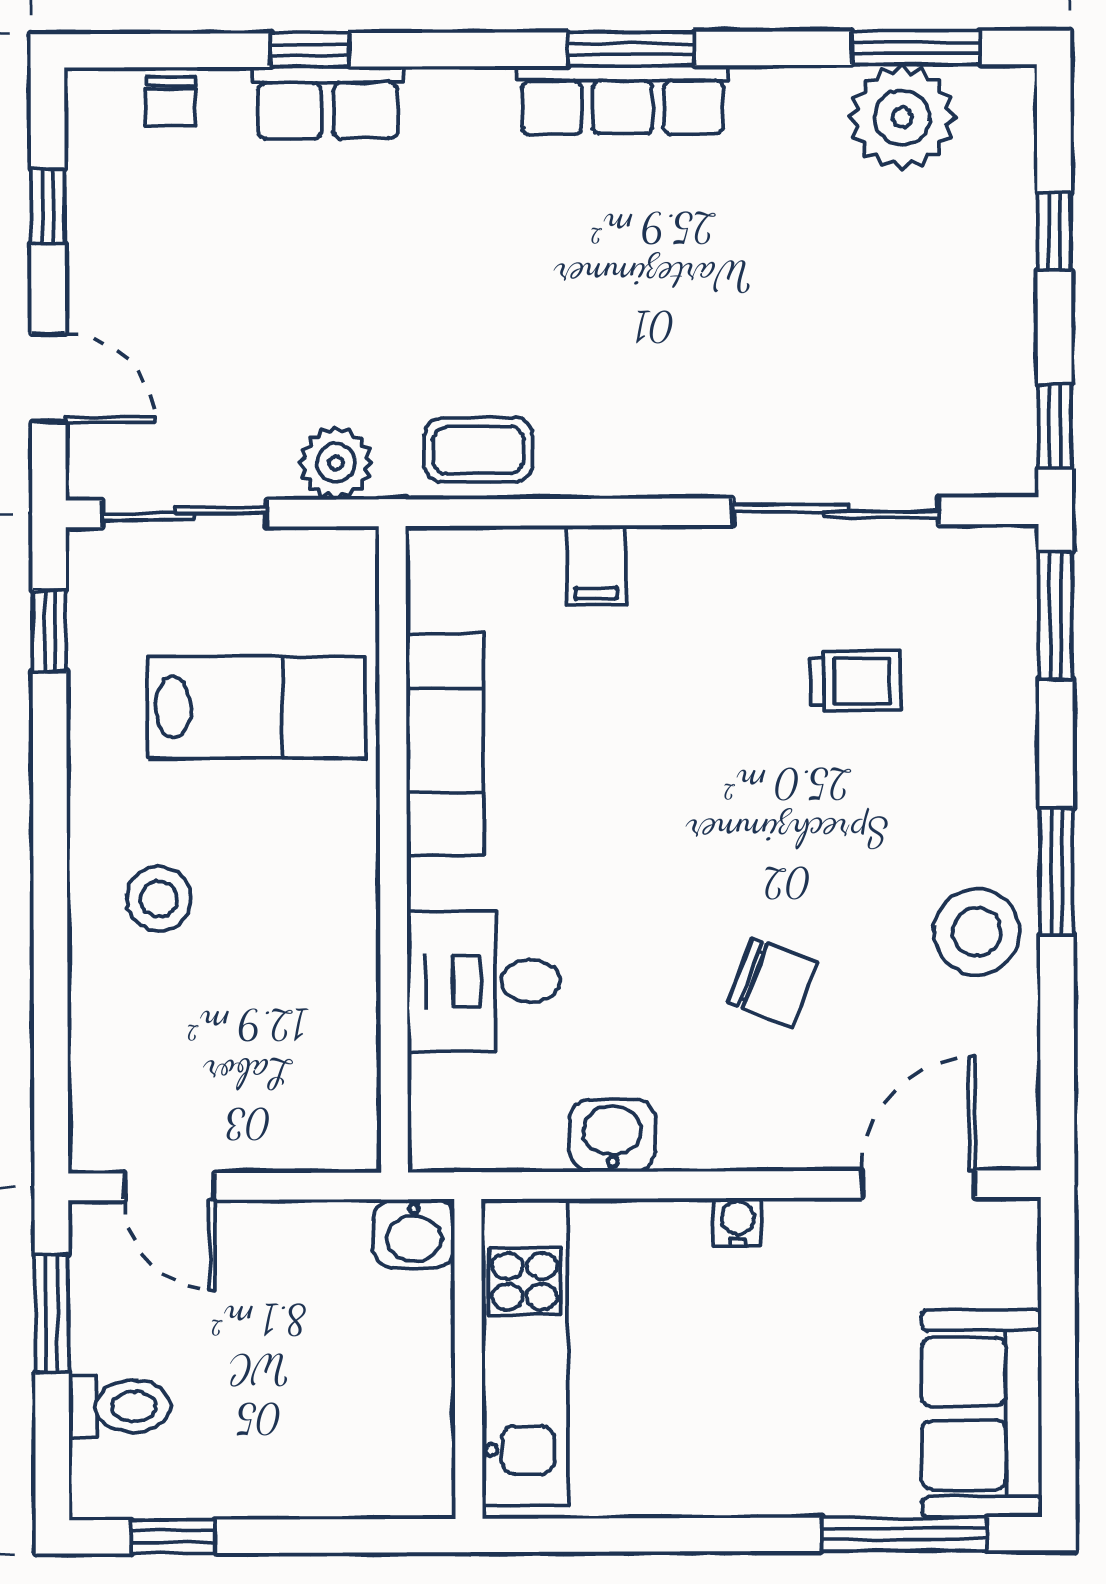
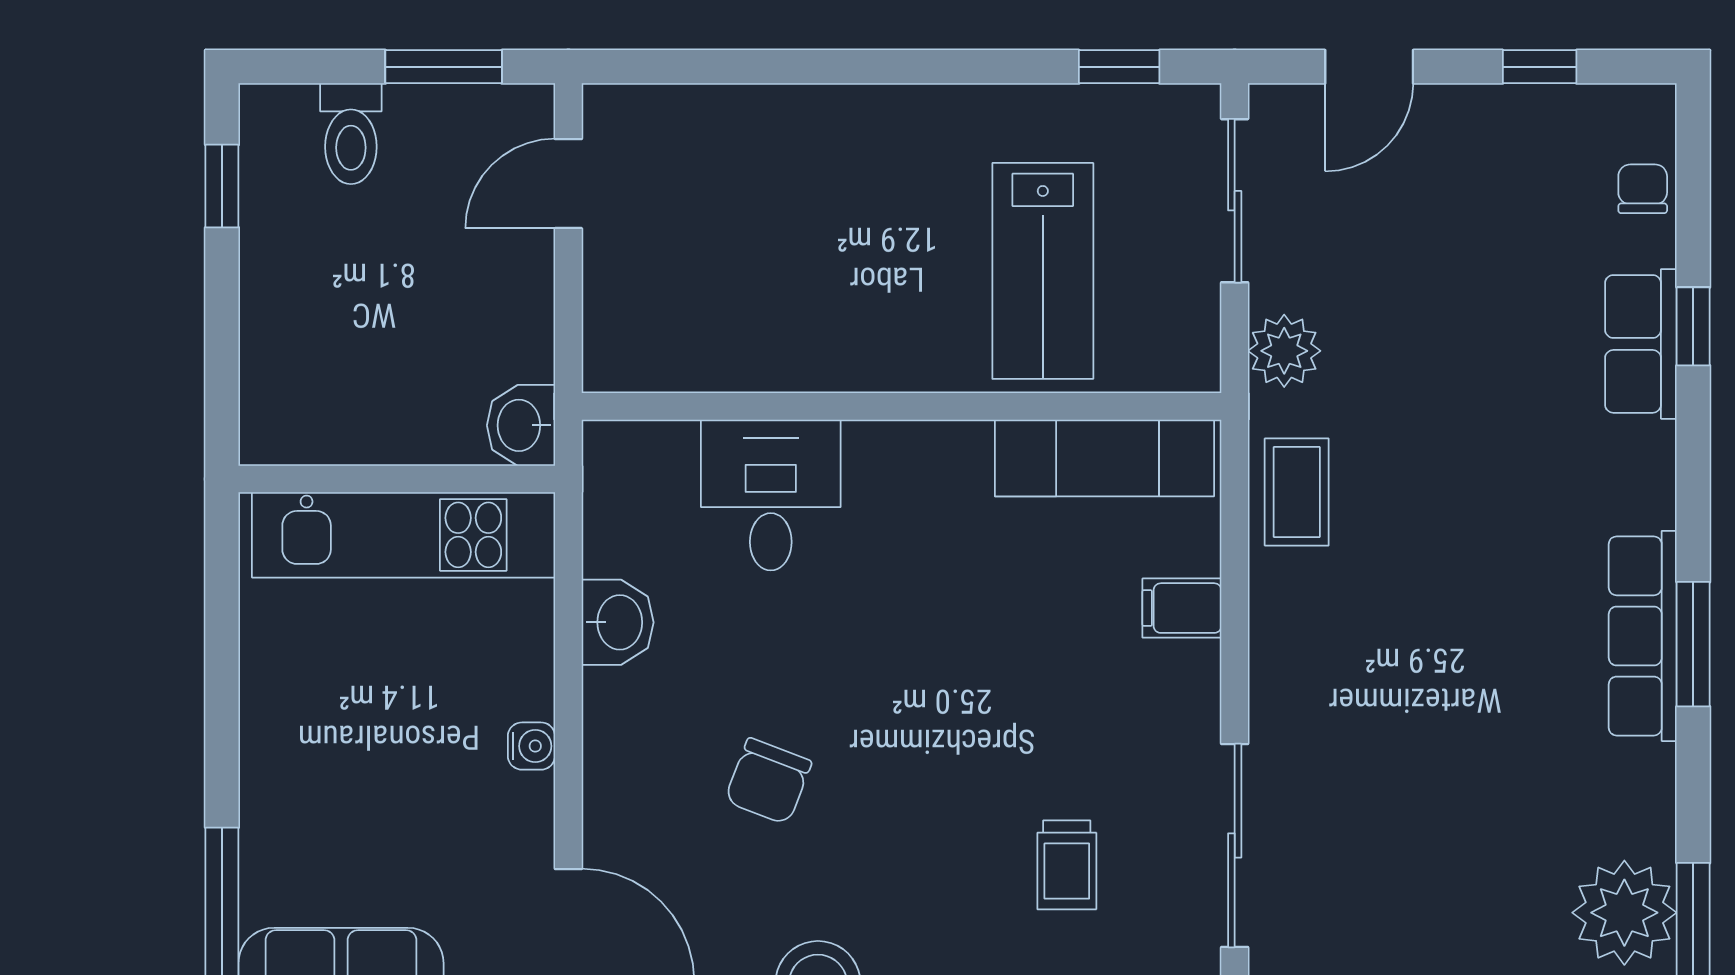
chair: (171, 102) -> (1643, 189), turned 90
exam couch: (445, 744) -> (1104, 458), moved
stool: (159, 899) -> (853, 174), removed

